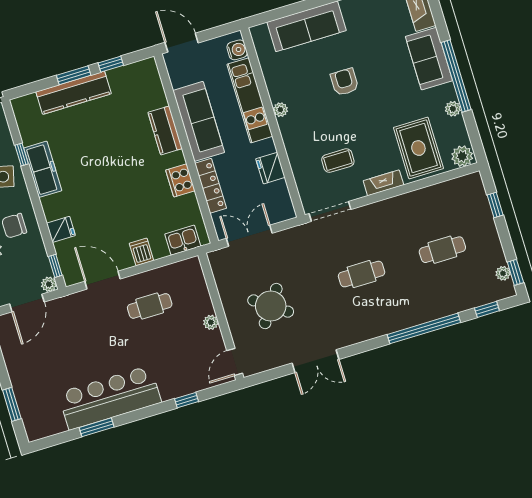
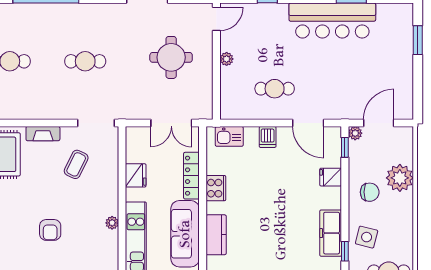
coffee table: (338, 161) -> (76, 164), turned -64
round table: (271, 306) -> (171, 57), turned -35

